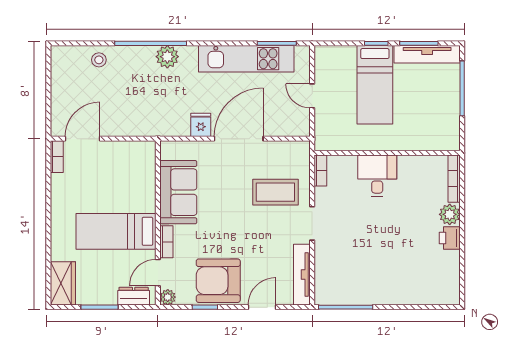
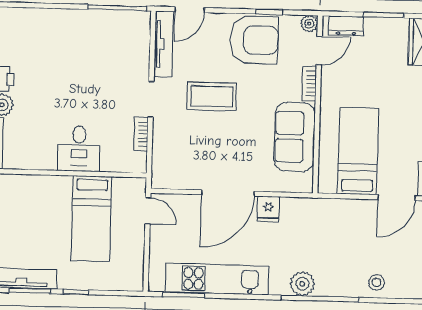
bed: (375, 85) -> (91, 219), moved, turned 180
door: (312, 96) -> (148, 211), moved
bookcase: (320, 170) -> (141, 134), moved
coffee table: (275, 192) -> (212, 96), moved
bed: (116, 231) -> (358, 151), moved, turned -90
door: (262, 307) -> (190, 10), moved

